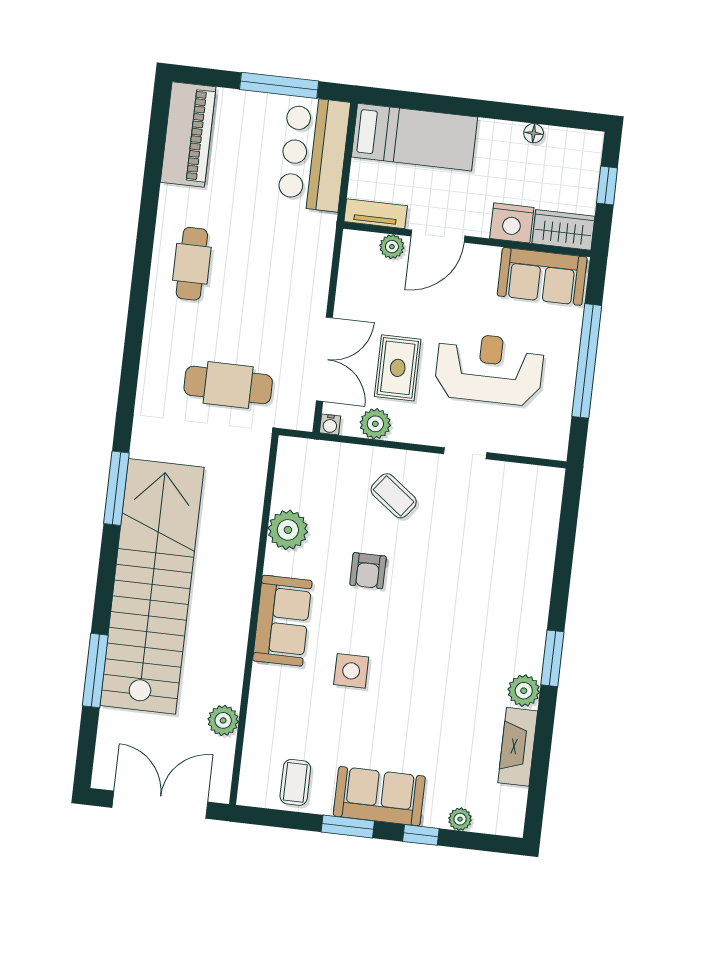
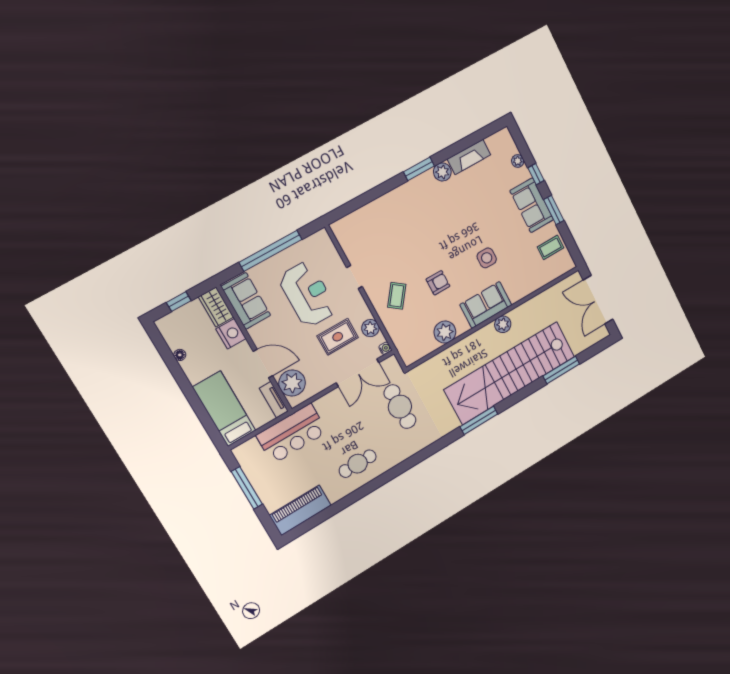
bar counter: (314, 154) -> (292, 434), moved
plant: (392, 247) -> (292, 383), width x1.88, depth x1.88
double door: (324, 359) -> (358, 373), swing flipped
reception desk: (489, 369) -> (308, 294), turned 180
plant: (223, 720) -> (503, 324), moved

